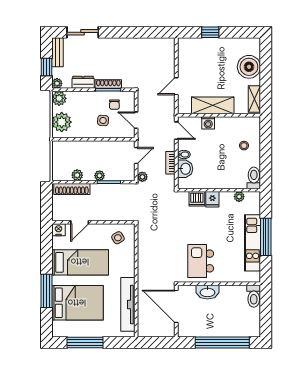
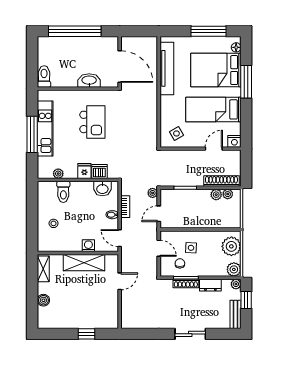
sliding door: (83, 32) -> (190, 334), moved
boiler: (249, 67) -> (43, 300), width x0.54, depth x0.54
washbasin: (185, 169) -> (102, 189), moved, turned -90
plant: (100, 176) -> (228, 194), moved
toilet: (254, 178) -> (63, 192), moved
kitchen island: (201, 261) -> (92, 122), moved
floor lamp: (57, 326) -> (236, 47), added

